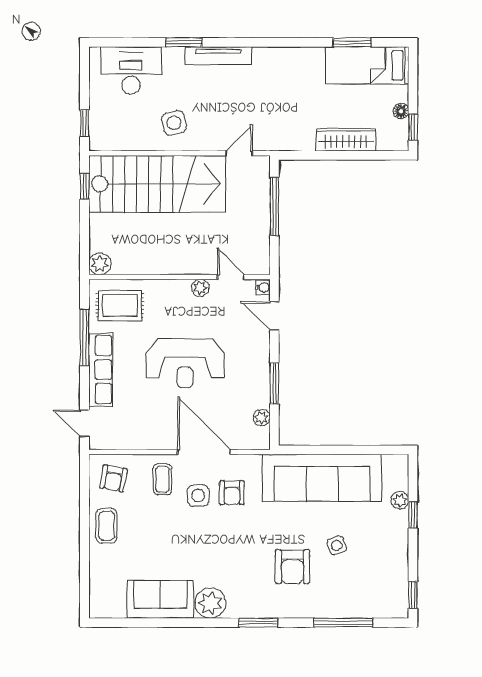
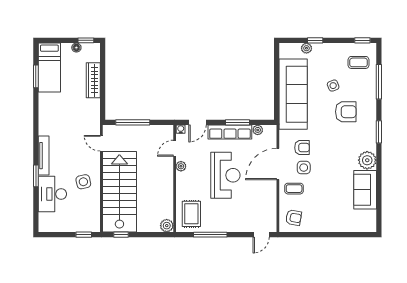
desk: (131, 70) -> (52, 194), moved
row of seats: (101, 370) -> (230, 132), moved, turned 180
coffee table: (107, 526) -> (359, 62), moved

